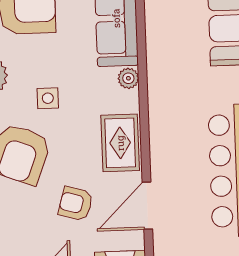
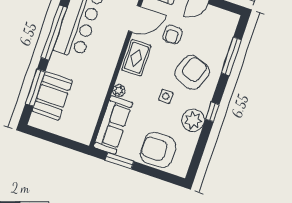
armchair: (76, 204) -> (172, 34), turned 74

